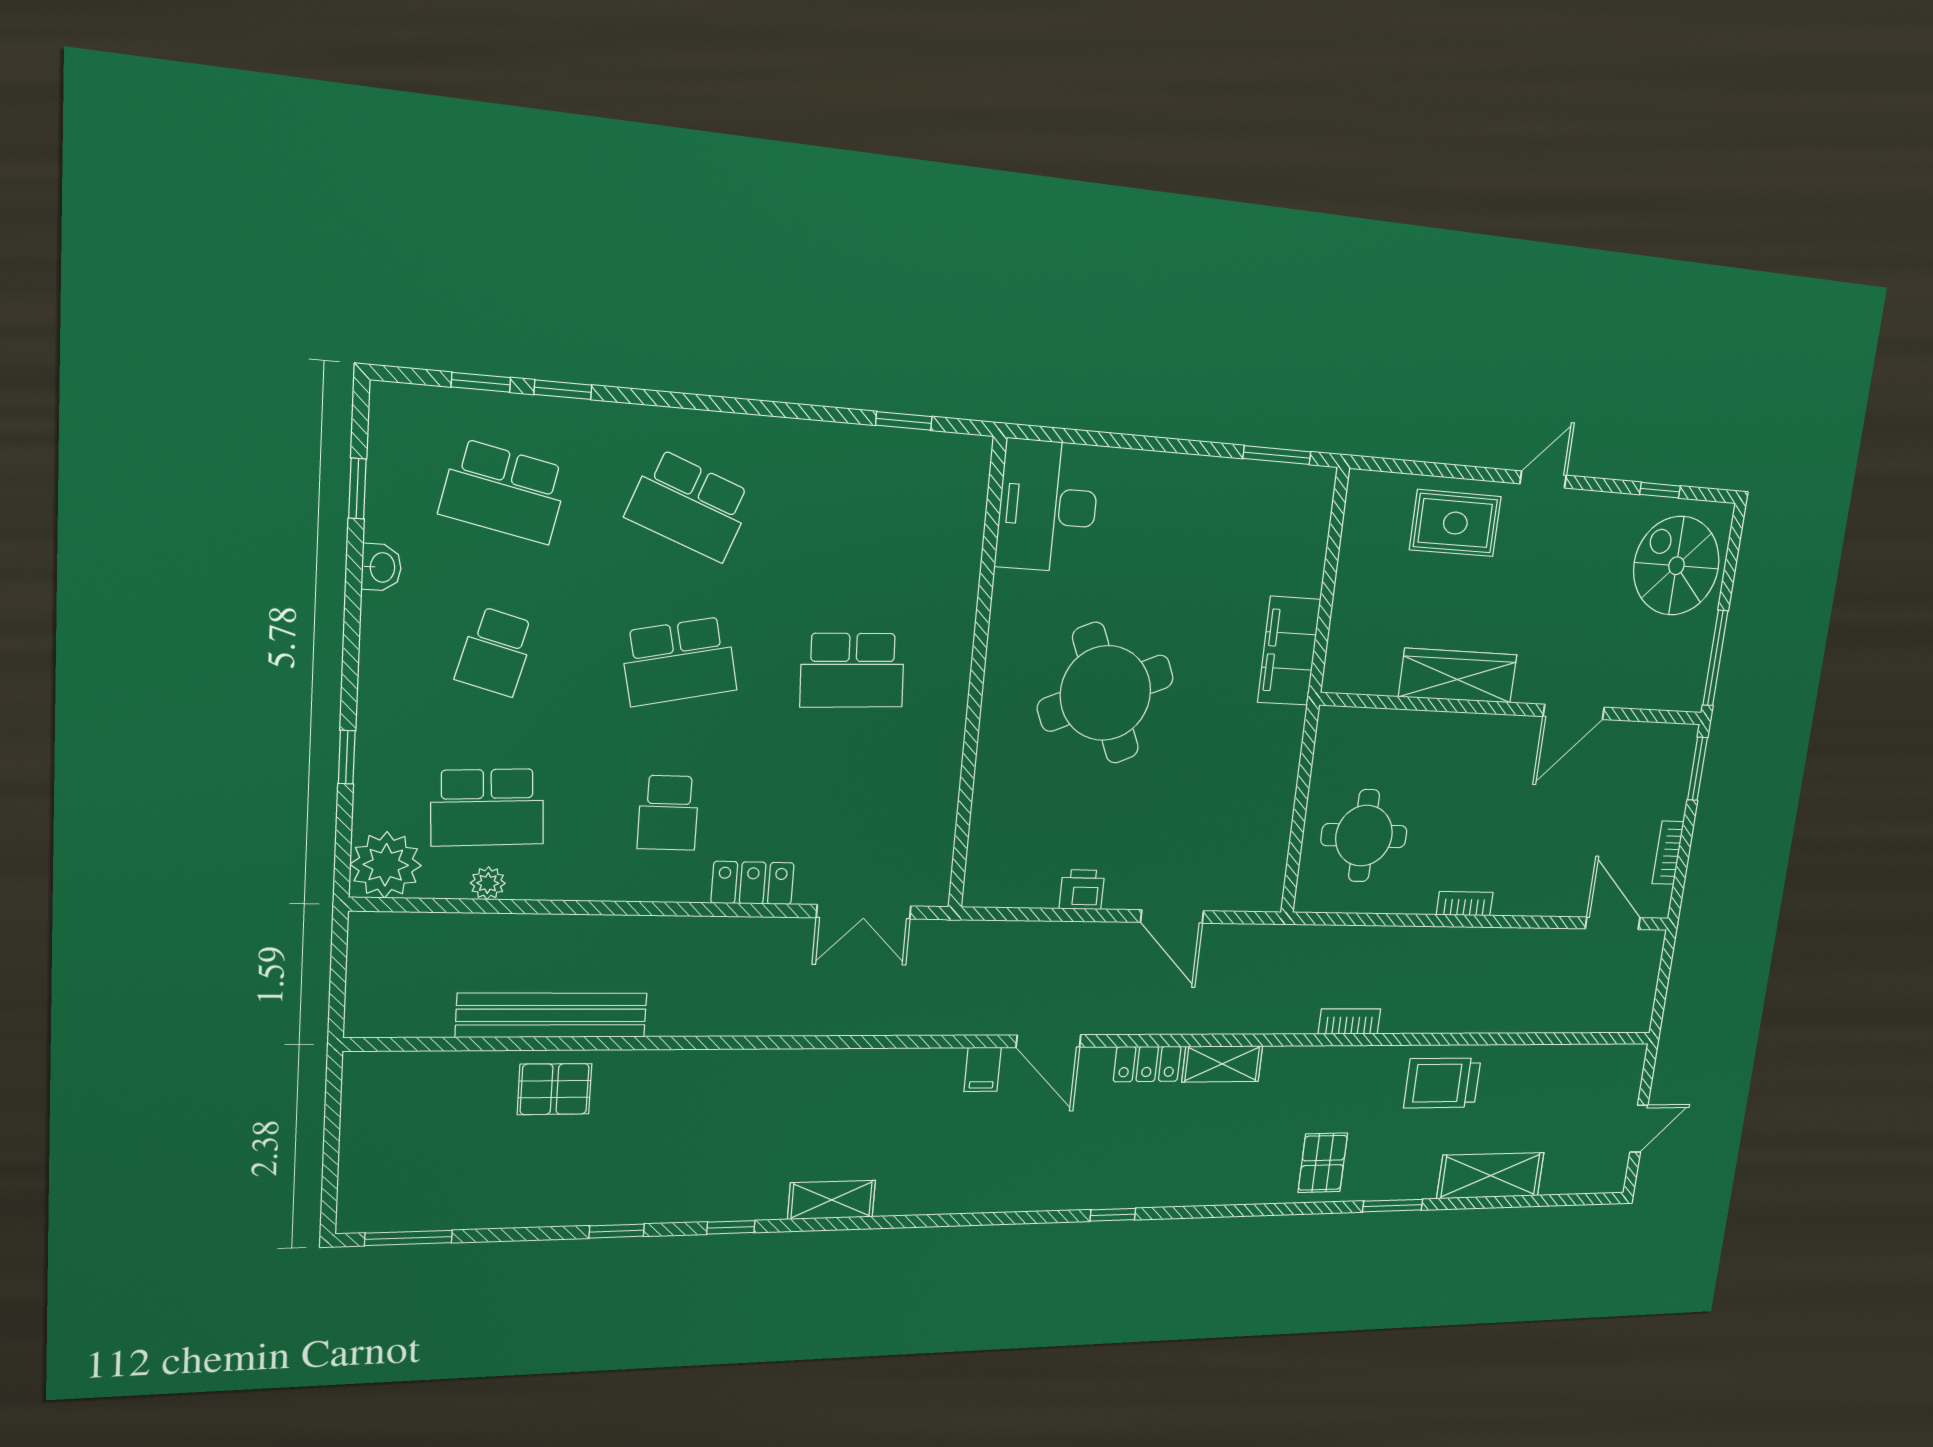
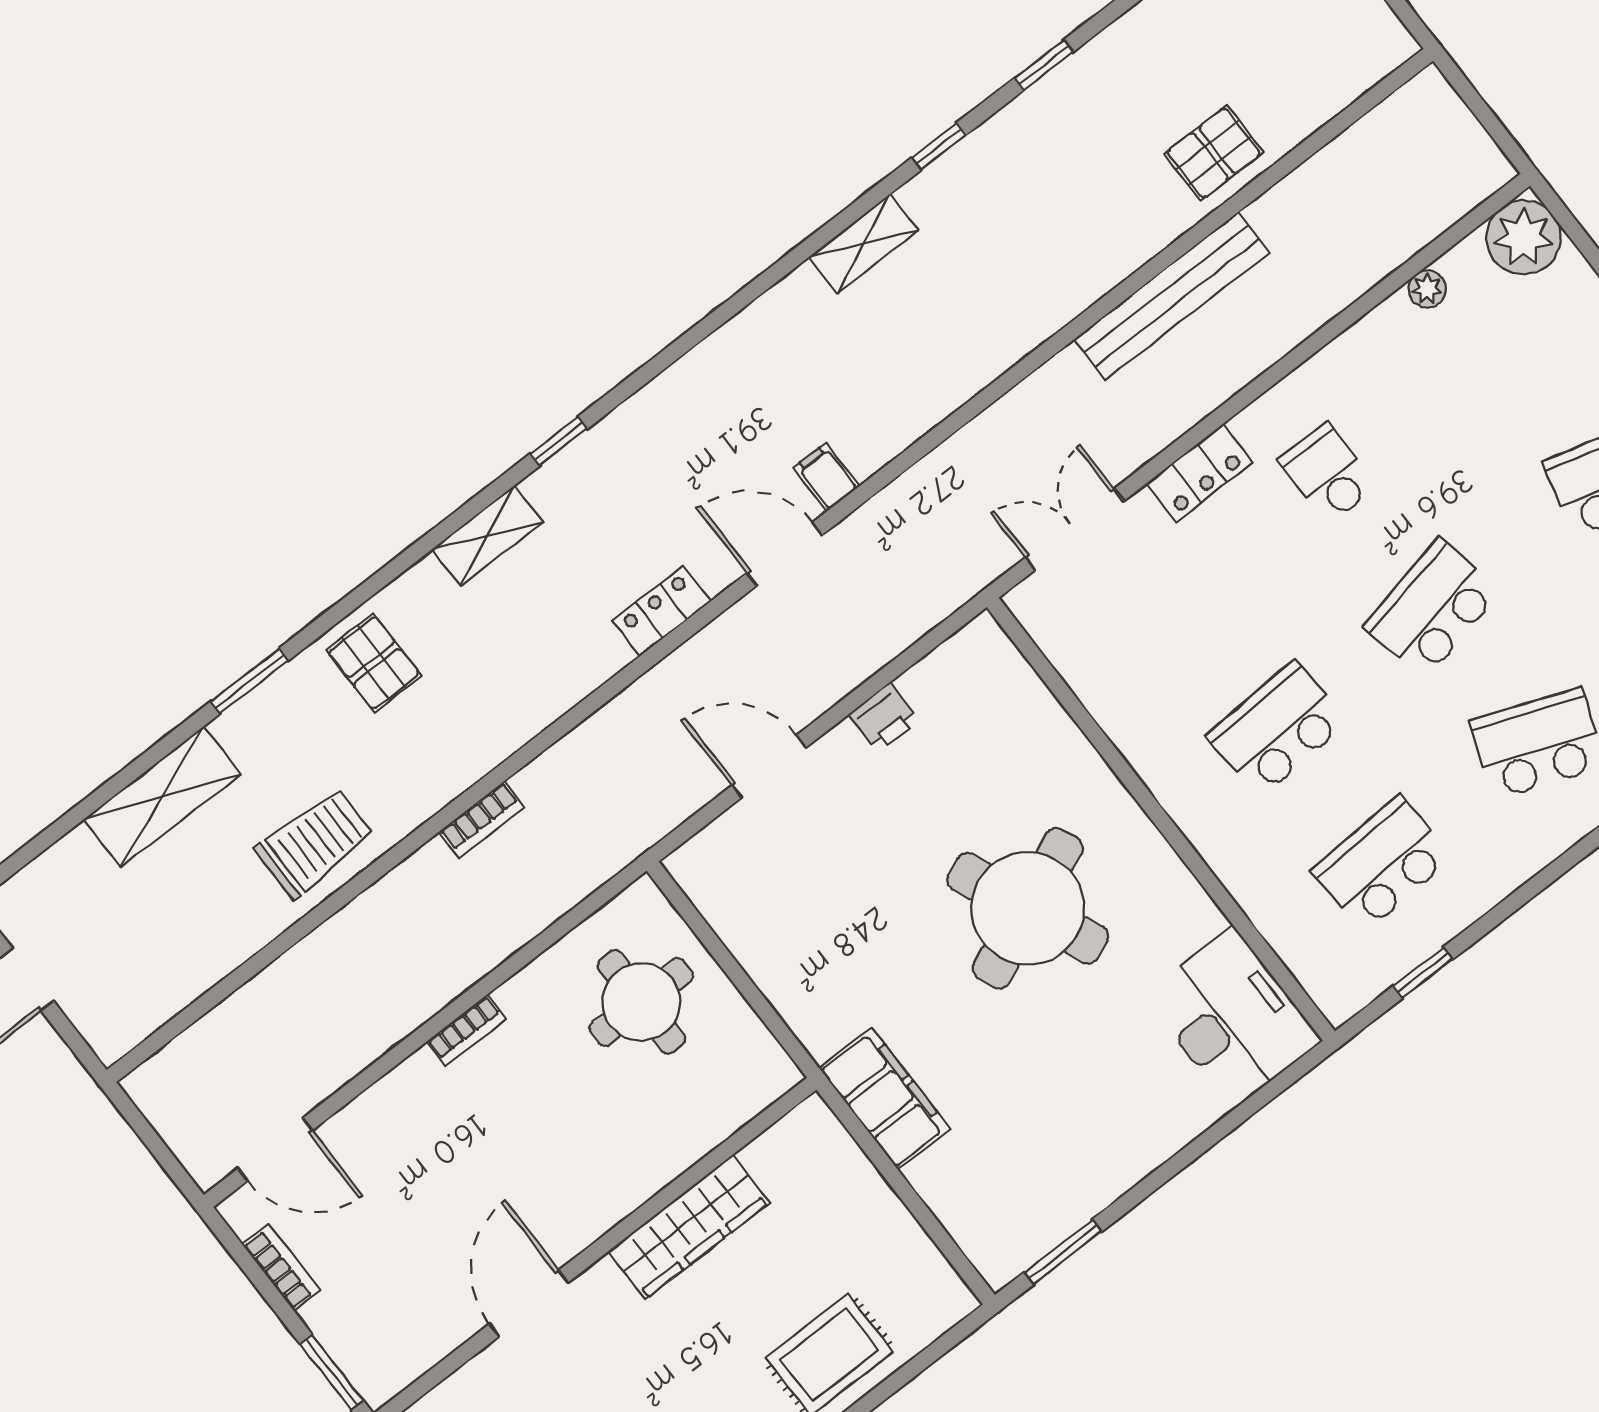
school desk: (487, 807) -> (1382, 864), moved
bench: (552, 1015) -> (1172, 296), moved
shelving: (1222, 1064) -> (488, 536), moved

